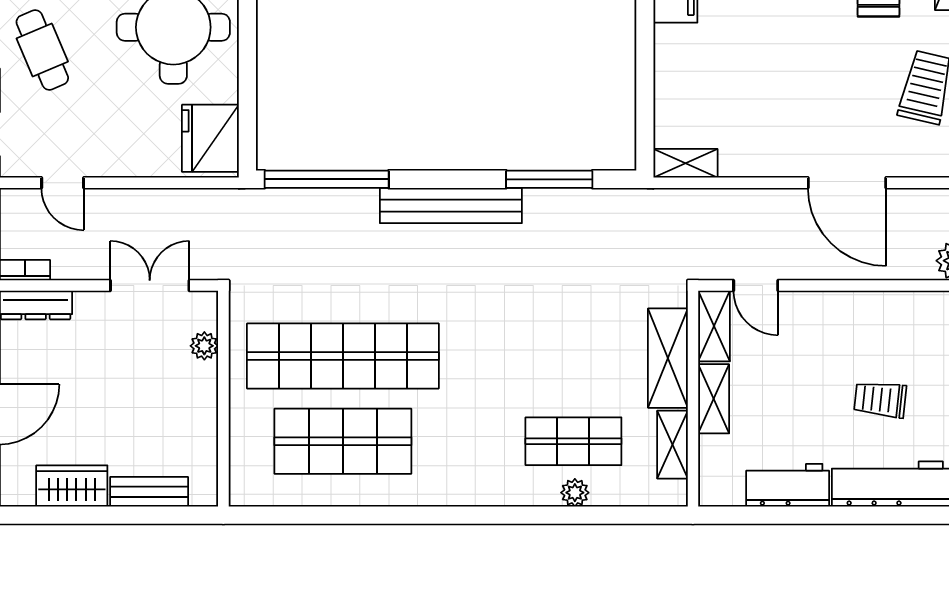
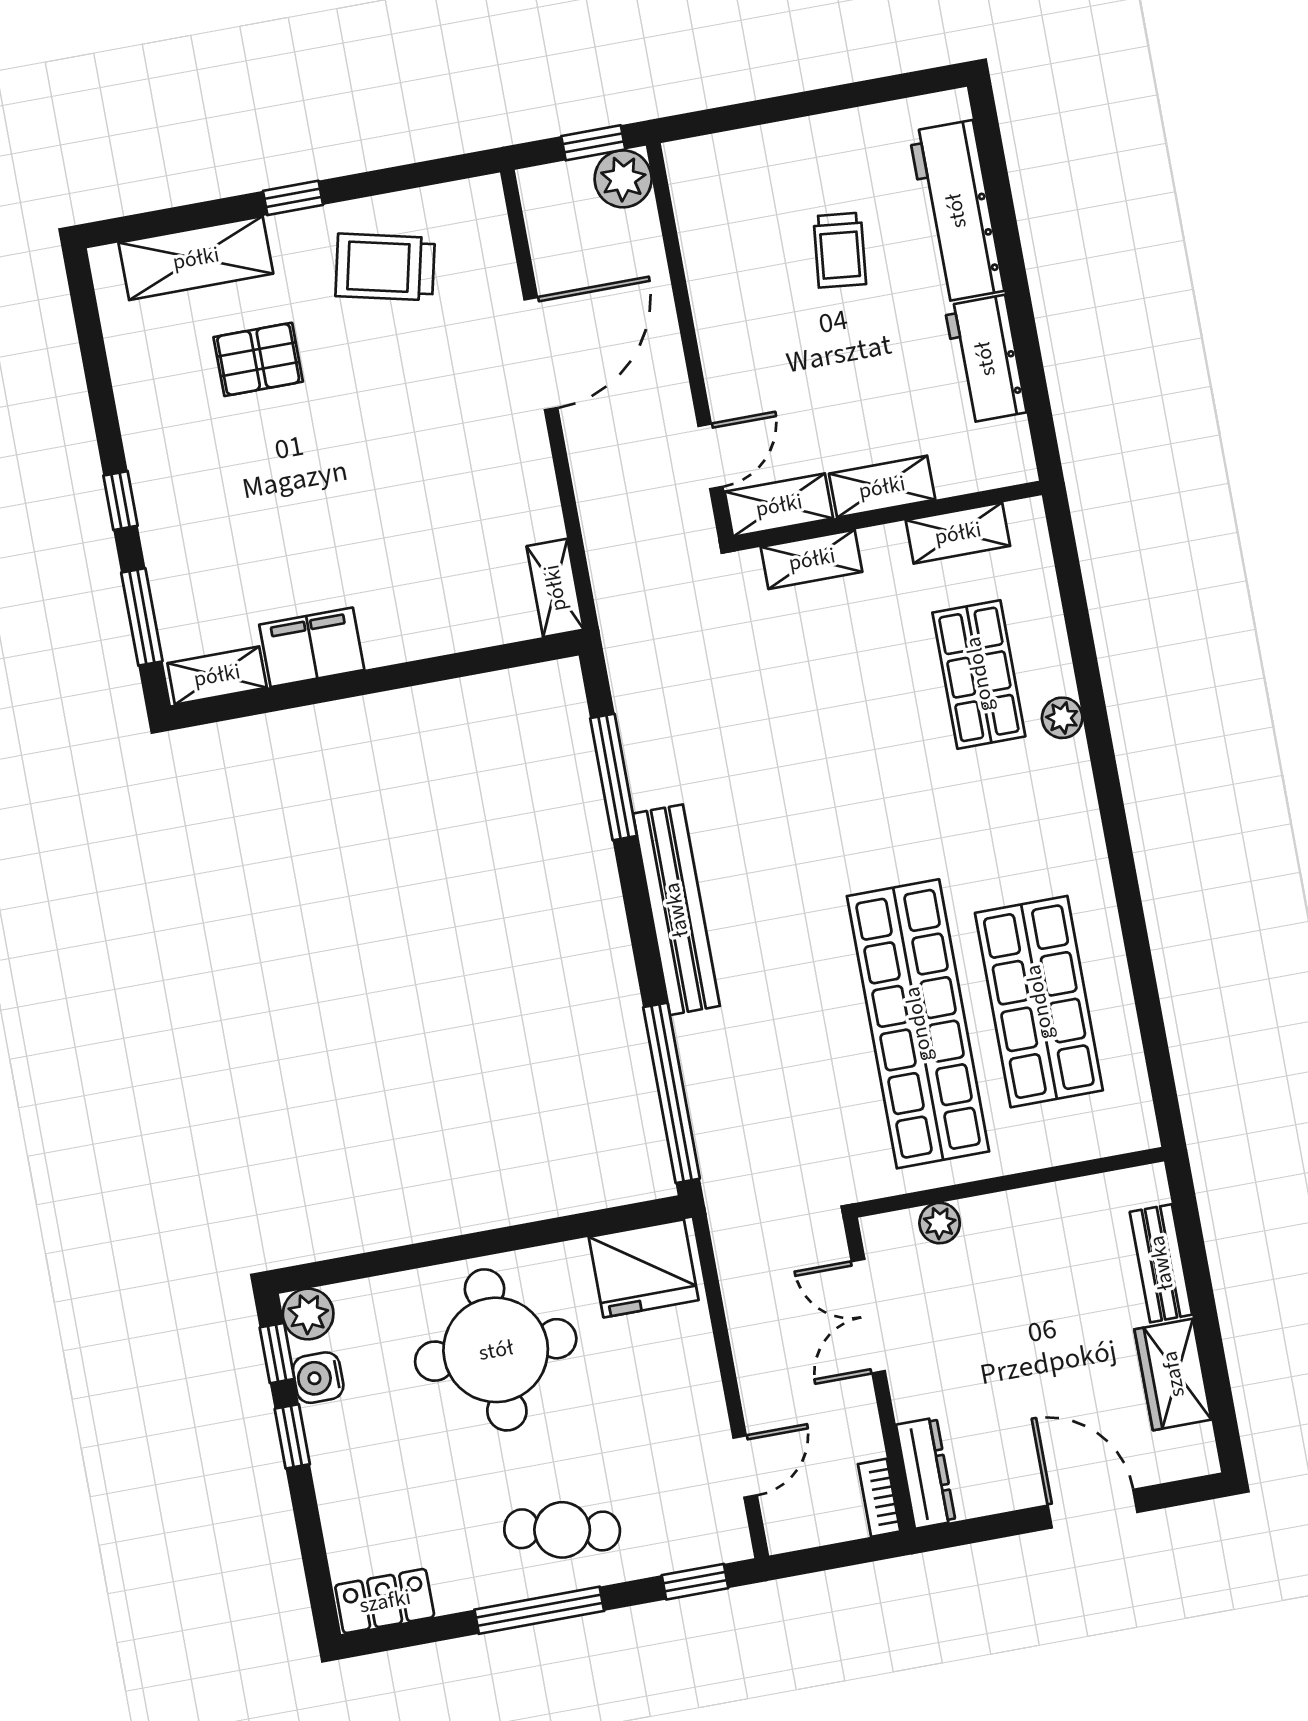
cafe table: (42, 50) -> (562, 1530), turned 35
shelving: (668, 358) -> (812, 559), width x0.67, depth x0.75
plant: (575, 493) -> (1062, 718), moved

